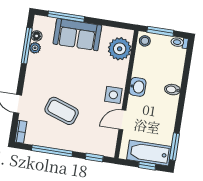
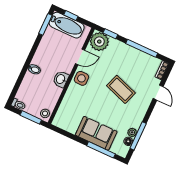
plant: (120, 49) -> (99, 42), moved
coffee table: (62, 111) -> (121, 89), moved

